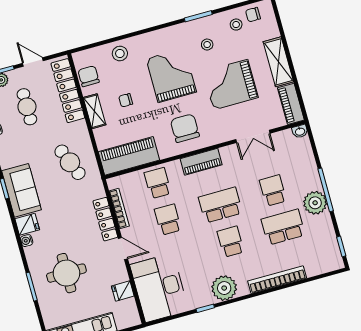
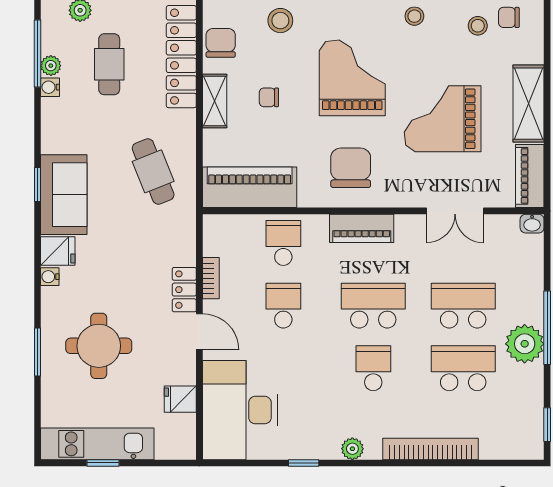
stool: (207, 45) -> (414, 16), moved
school desk: (273, 190) -> (463, 306), width x1.85
bookcase: (119, 208) -> (211, 278), width x0.64
locker: (105, 219) -> (184, 290), width x0.66
plant: (224, 288) -> (352, 449), width x0.53, depth x0.53

